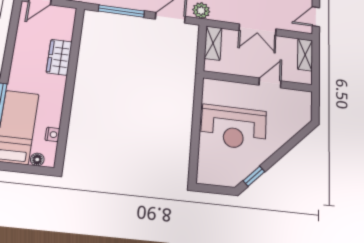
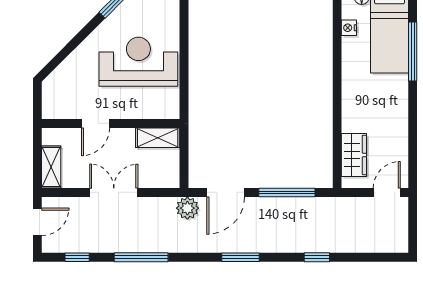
shelving: (213, 43) -> (158, 138), moved, turned 90
wardrobe: (59, 57) -> (354, 155), moved

